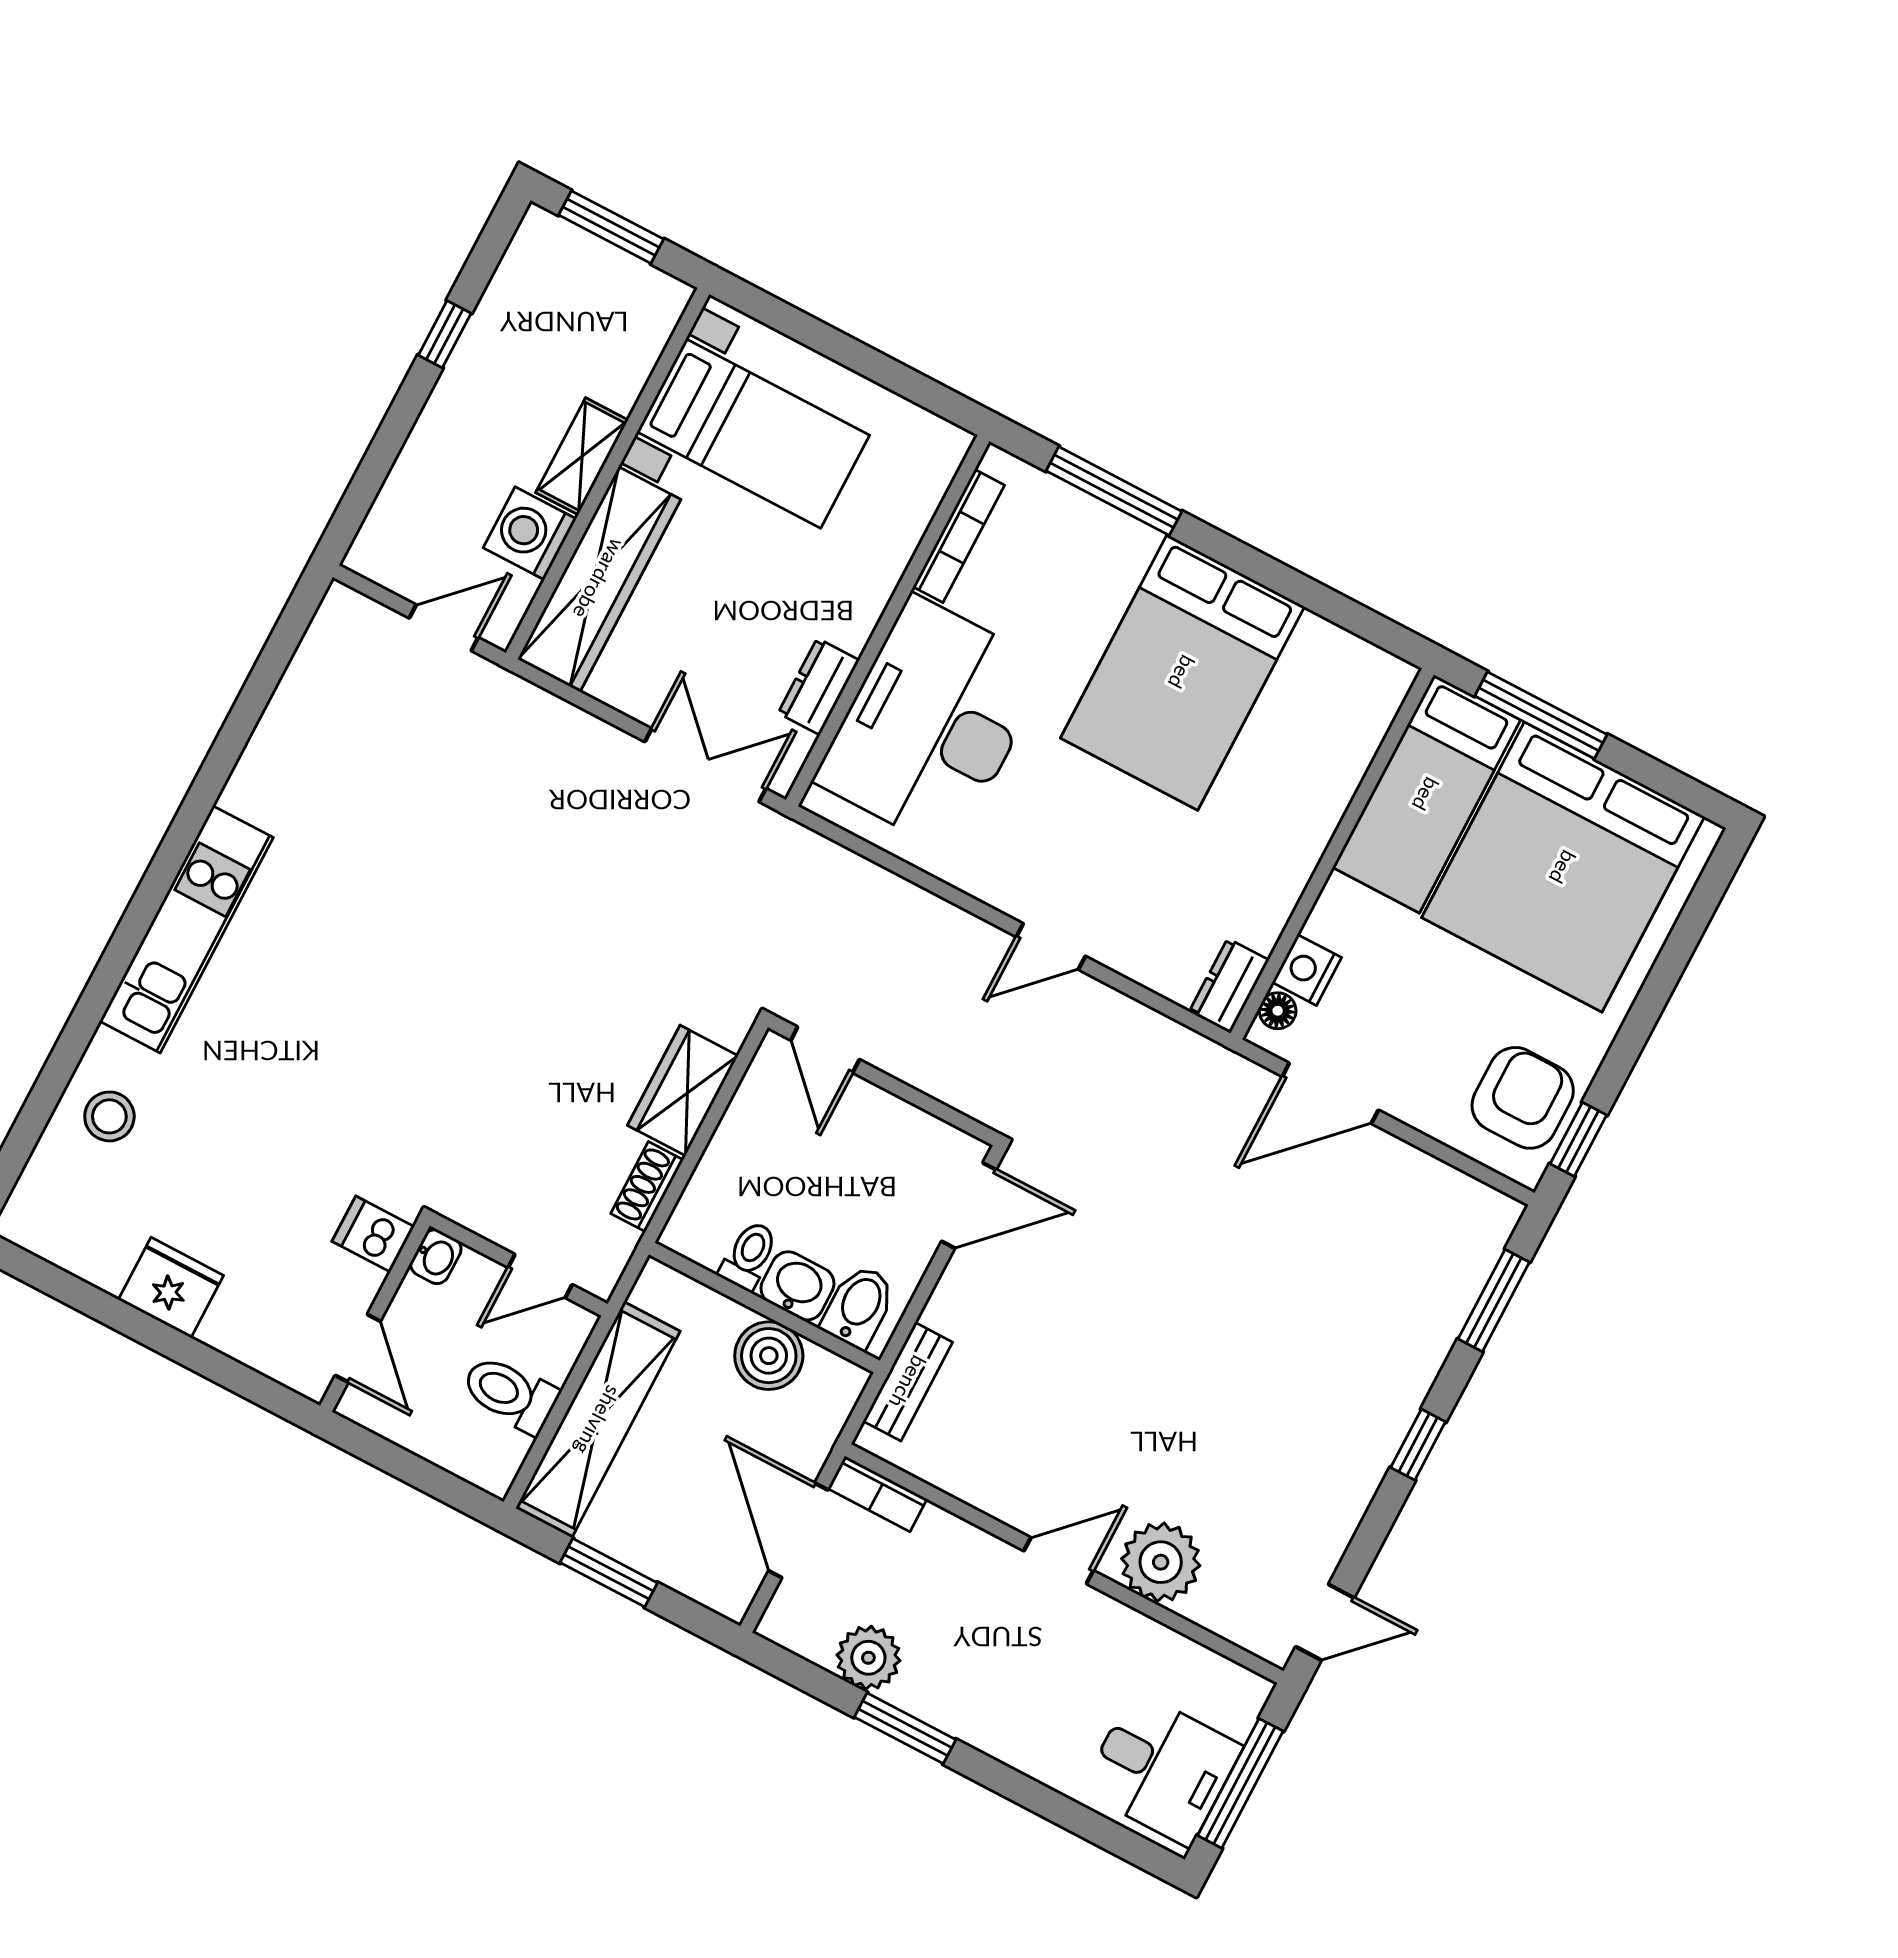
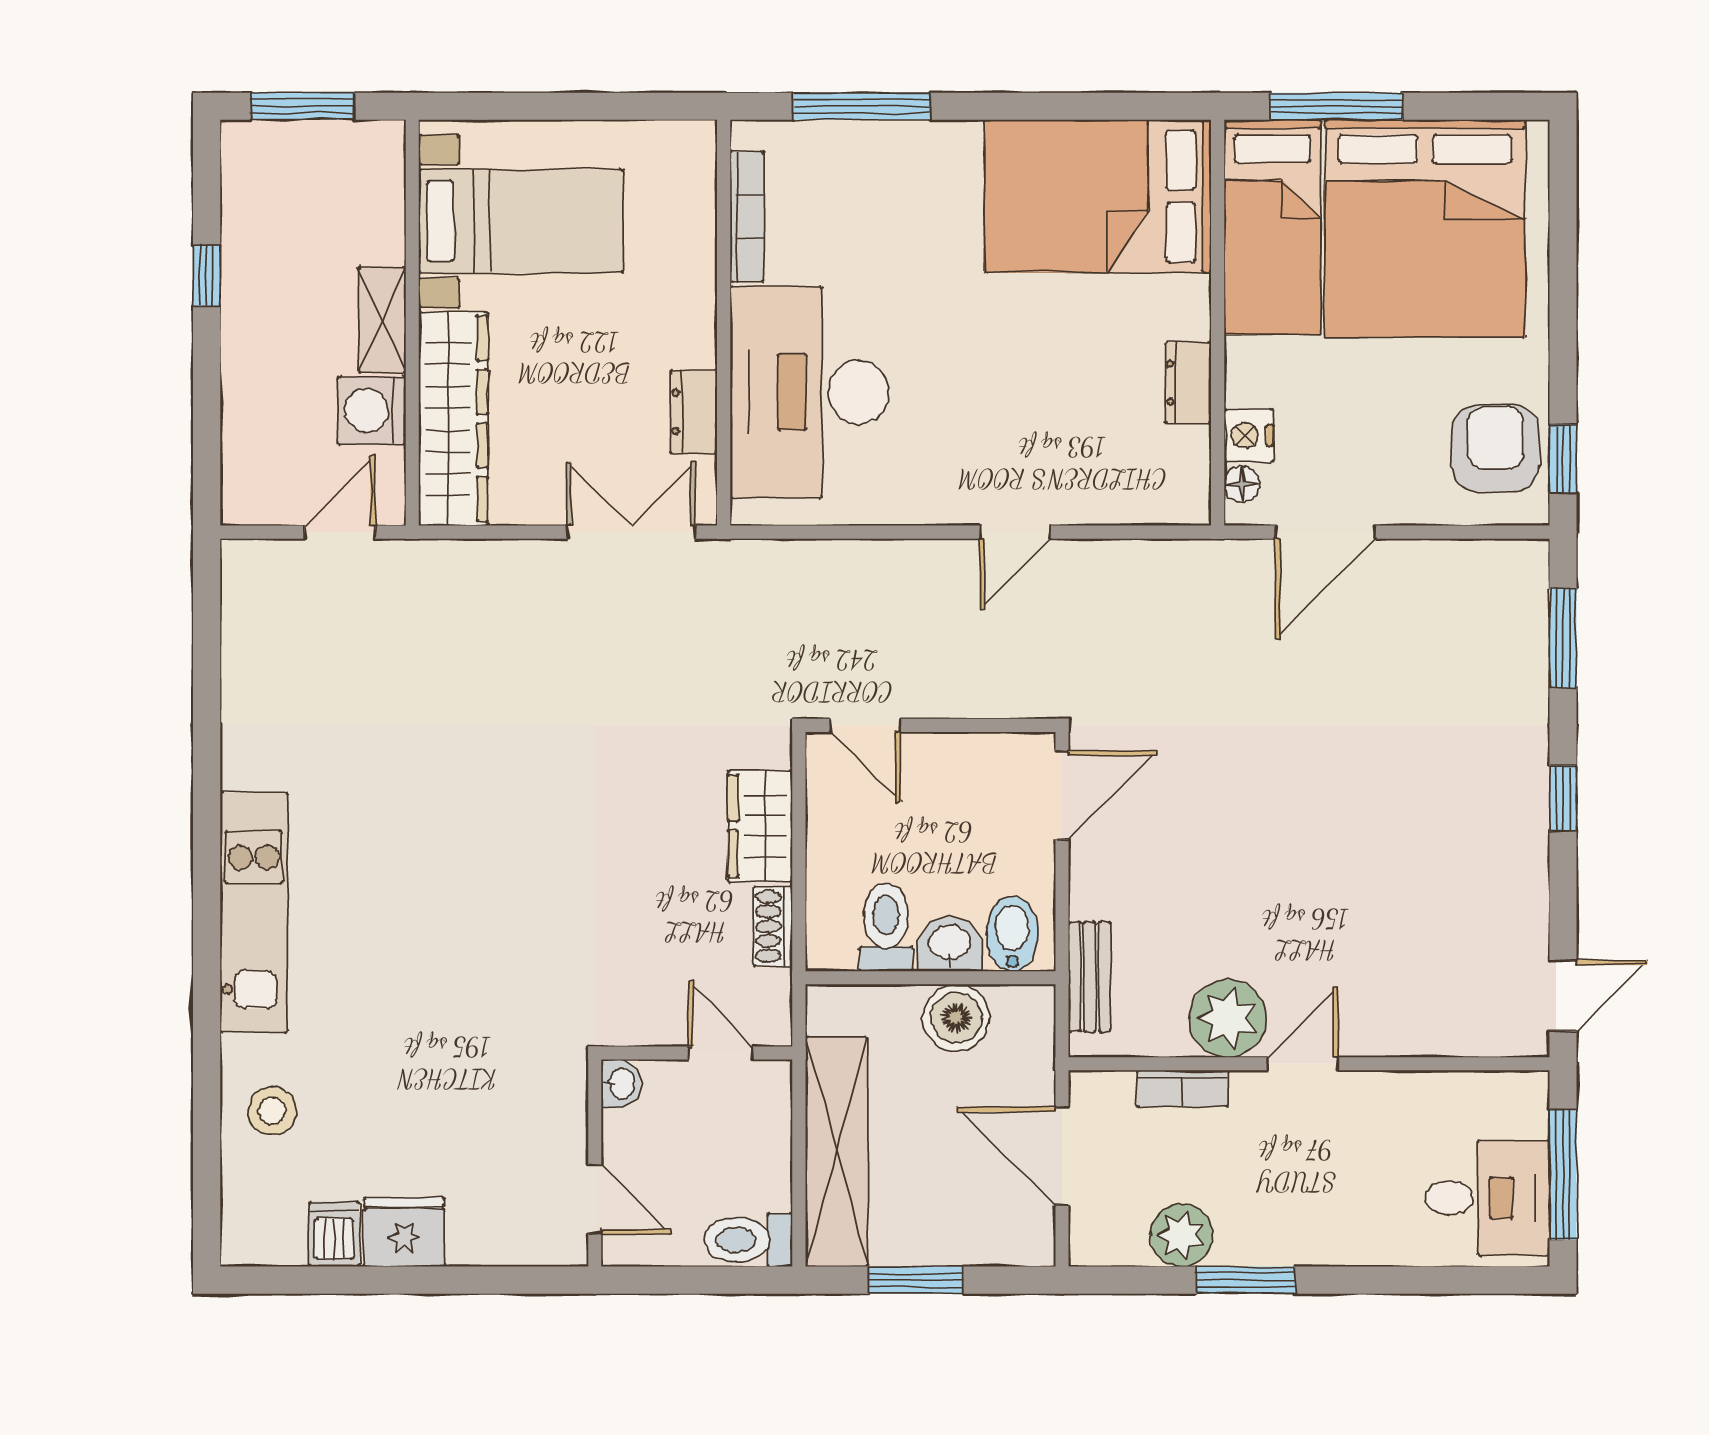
bed: (1182, 672) -> (1098, 196), moved, turned 90
dresser: (1229, 986) -> (1188, 383), moved
dishwasher: (373, 1234) -> (334, 1234), moved, turned 90
toilet: (749, 1255) -> (886, 927), width x1.37, depth x1.39
door: (540, 1276) -> (721, 1053), swing flipped
toilet: (510, 1394) -> (748, 1240), moved
bookcase: (877, 1494) -> (1183, 1088), moved
plant: (1161, 1562) -> (1228, 1018), moved

